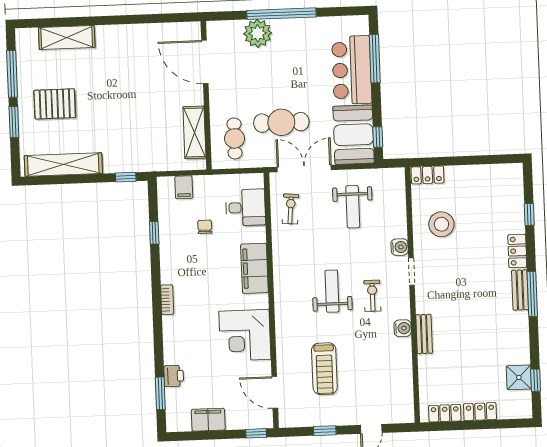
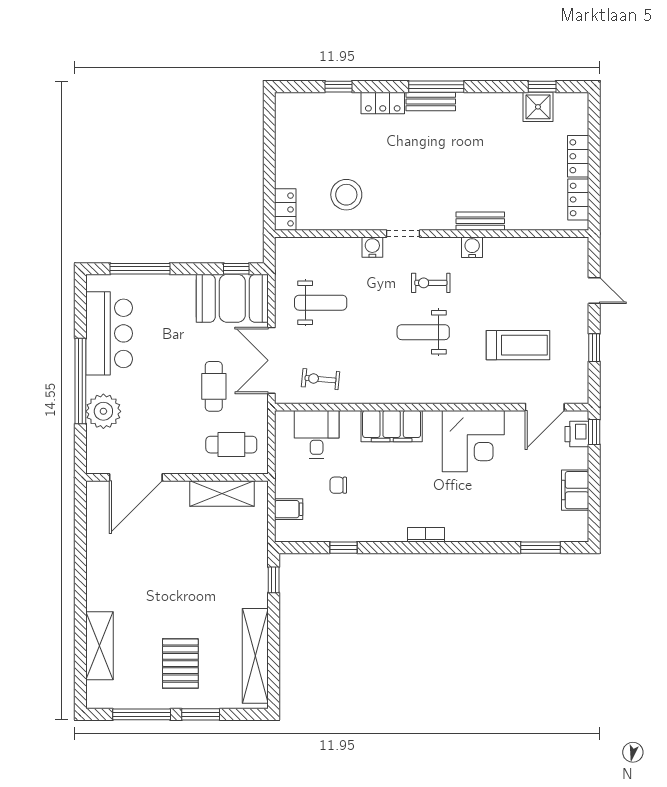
bar counter: (352, 70) -> (109, 333), moved, turned -90
cafe table: (281, 122) -> (214, 386), width x0.73, depth x0.74
printer: (174, 376) -> (577, 434), moved, turned -90

